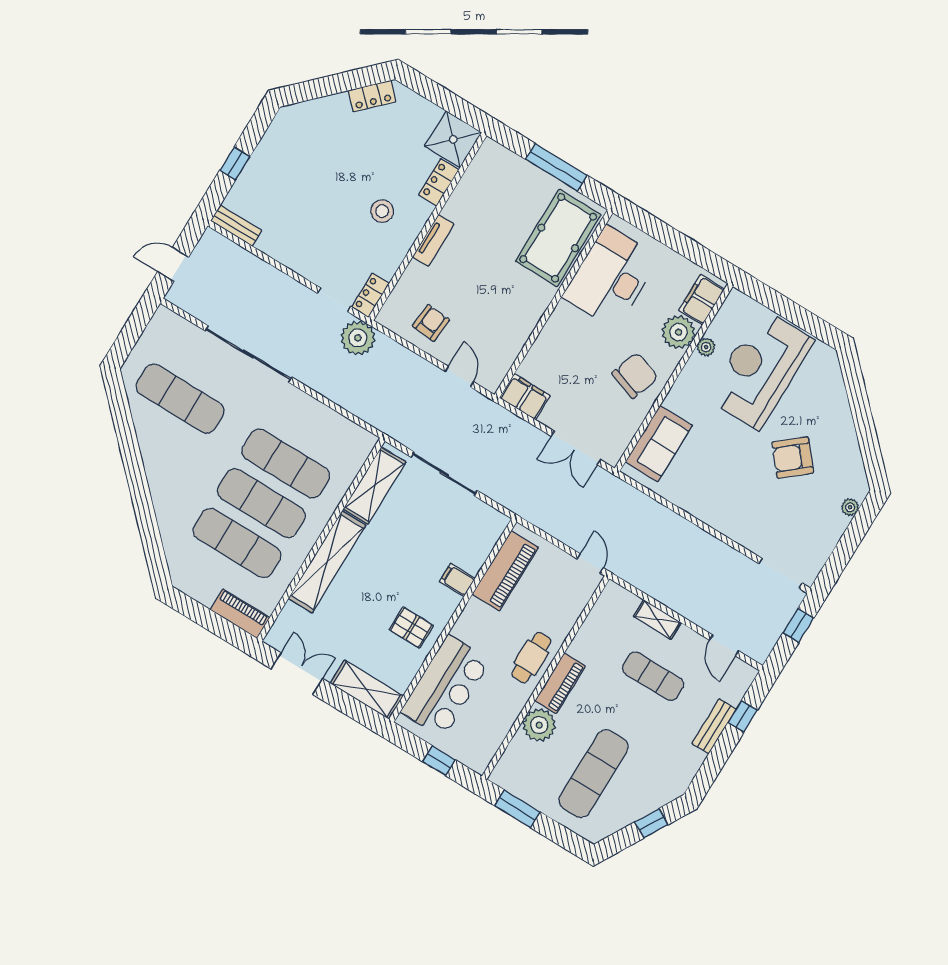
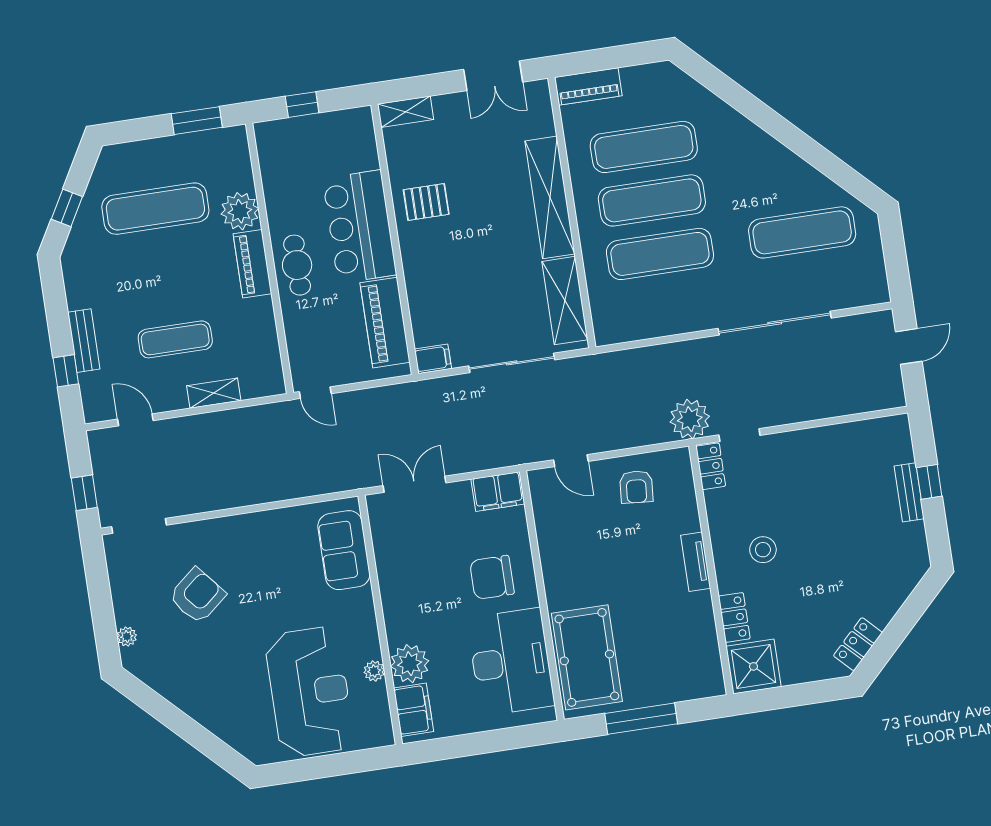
bench: (236, 226) -> (909, 492), moved, turned 90
chair: (635, 375) -> (492, 577), moved, turned 71
armchair: (793, 458) -> (197, 596), moved
filing cabinet: (457, 580) -> (433, 359), moved
bar counter: (446, 686) -> (360, 227), moved
shelving: (367, 690) -> (405, 112), width x0.67, depth x0.75
exercise mat: (593, 774) -> (155, 209), turned 90

